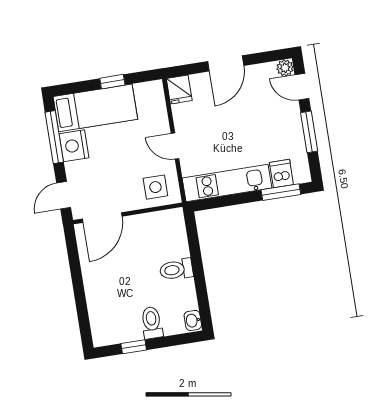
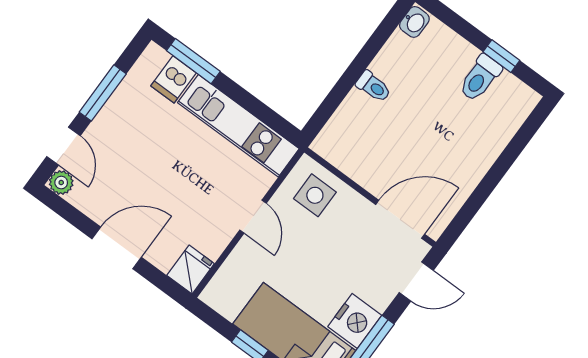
toilet: (176, 270) -> (373, 87), width x0.73, depth x0.72
toilet: (152, 323) -> (480, 78), moved

